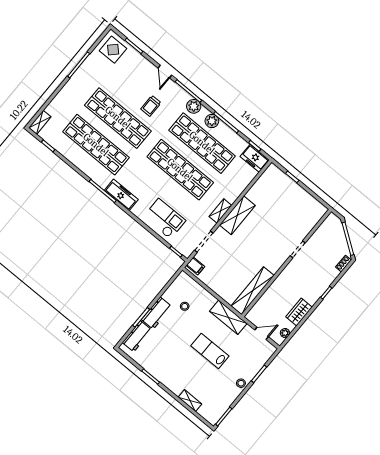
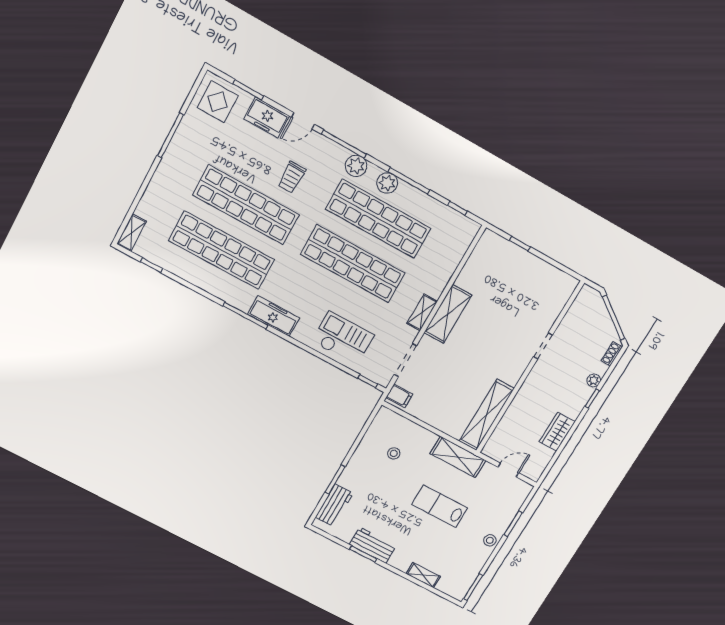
door: (165, 72) -> (303, 121), hinge flipped
freezer: (255, 158) -> (267, 117), moved
workbench: (157, 313) -> (373, 545), moved, turned -90
plant: (285, 333) -> (594, 380), moved

